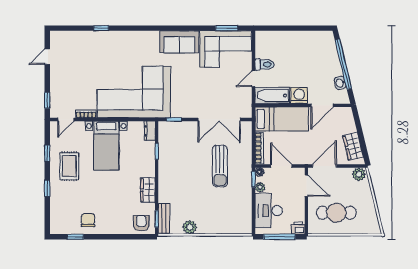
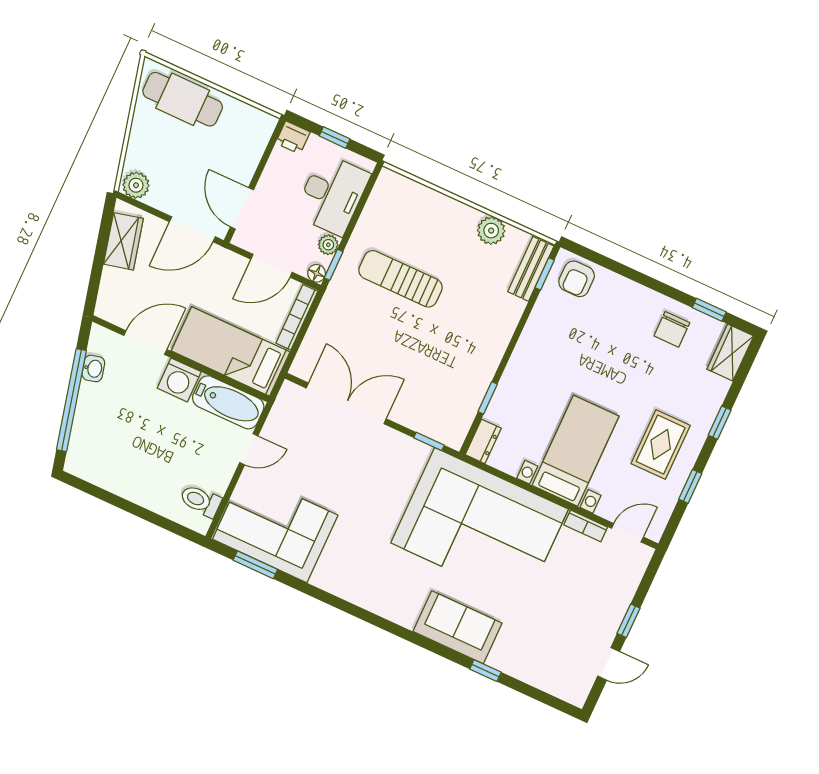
sofa: (179, 42) -> (457, 627), moved
toilet: (265, 65) -> (200, 501), moved
window: (47, 100) -> (629, 621), moved
sun lounger: (220, 166) -> (400, 279), moved, turned -90
door: (281, 166) -> (272, 266), hinge flipped
wardrobe: (148, 190) -> (730, 353), moved, turned 180
cafe table: (336, 213) -> (183, 99), moved
window: (279, 237) -> (335, 137), width x0.46

